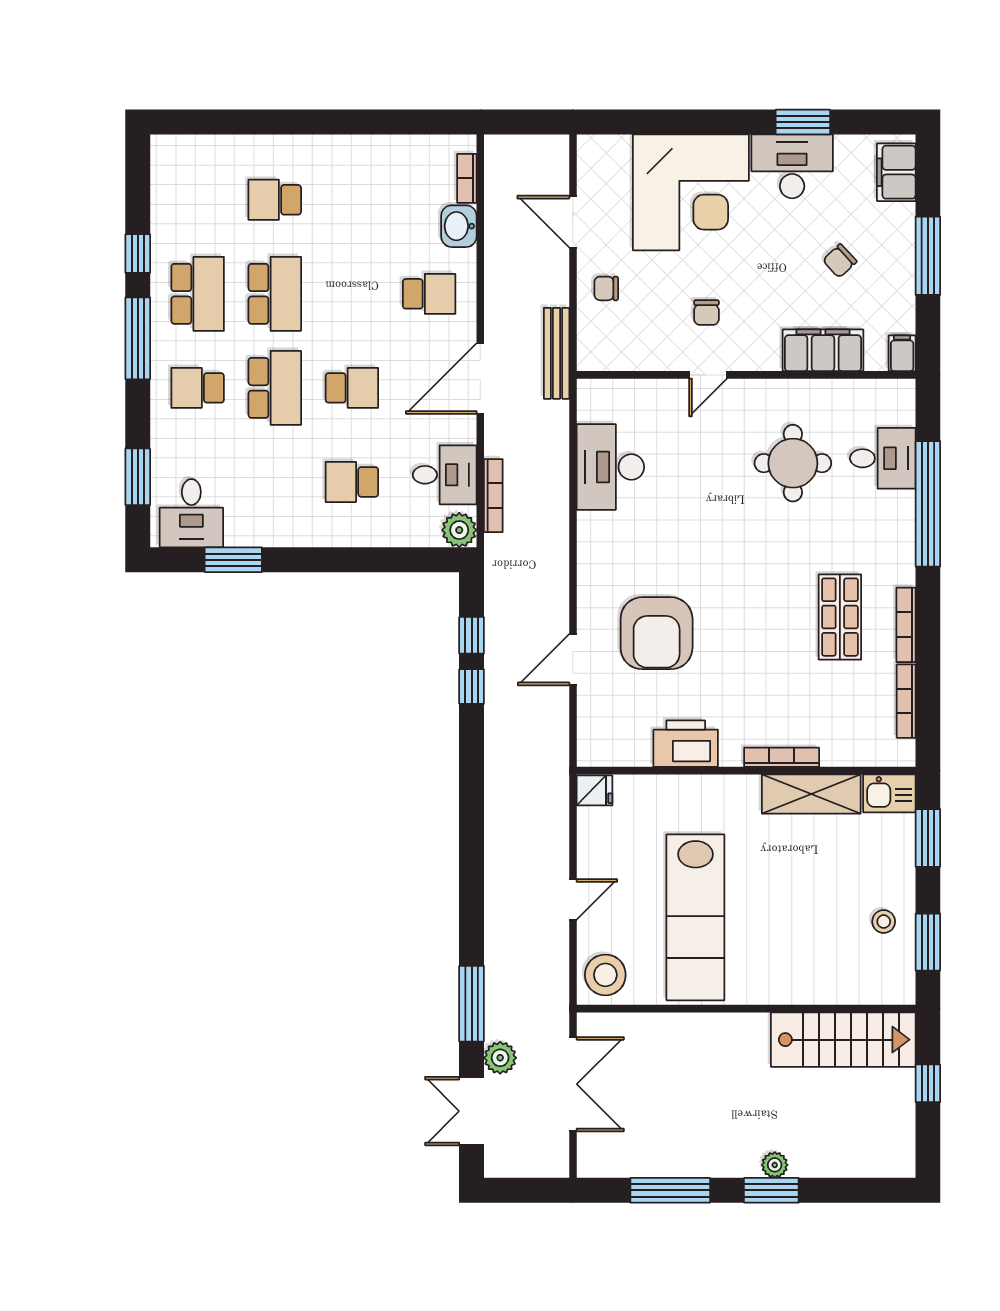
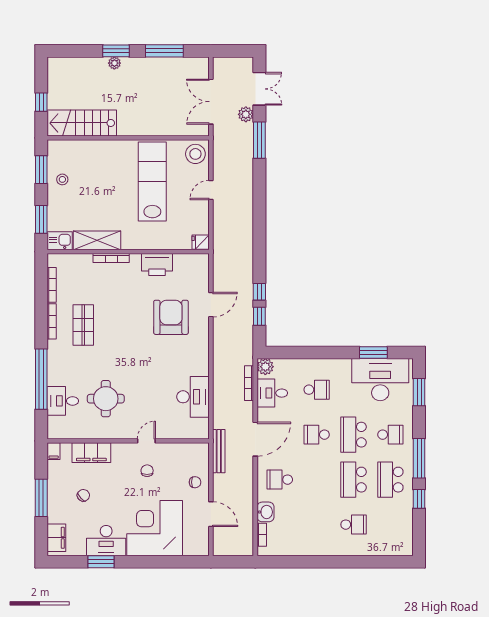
desk: (191, 513) -> (380, 380), width x1.87, depth x1.30

